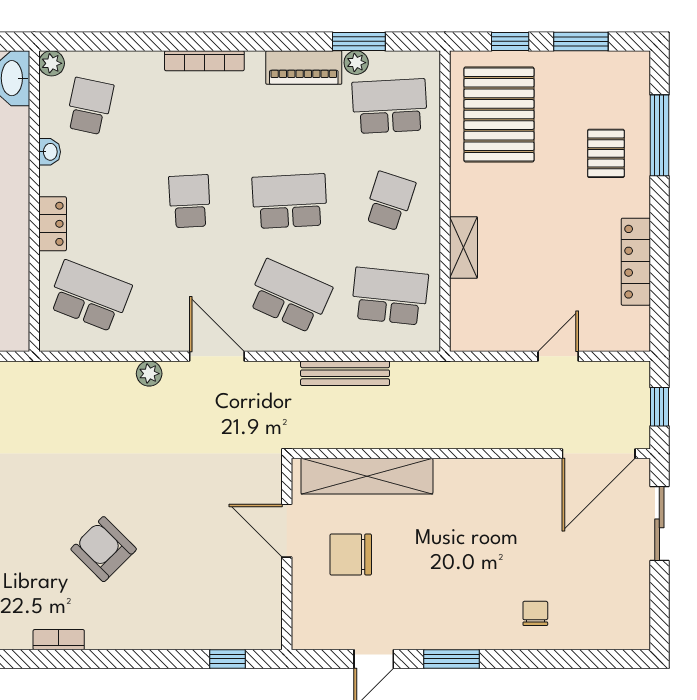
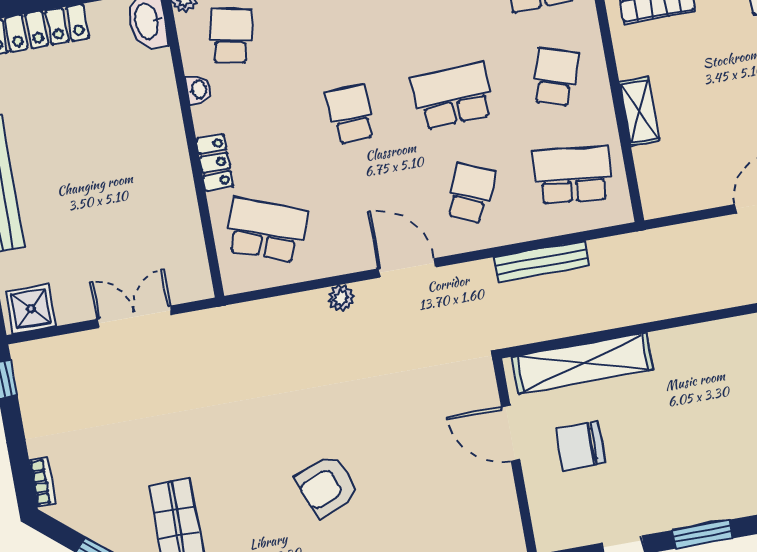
school desk: (290, 296) -> (470, 193), width x0.54
armchair: (104, 549) -> (327, 486), turned -65

